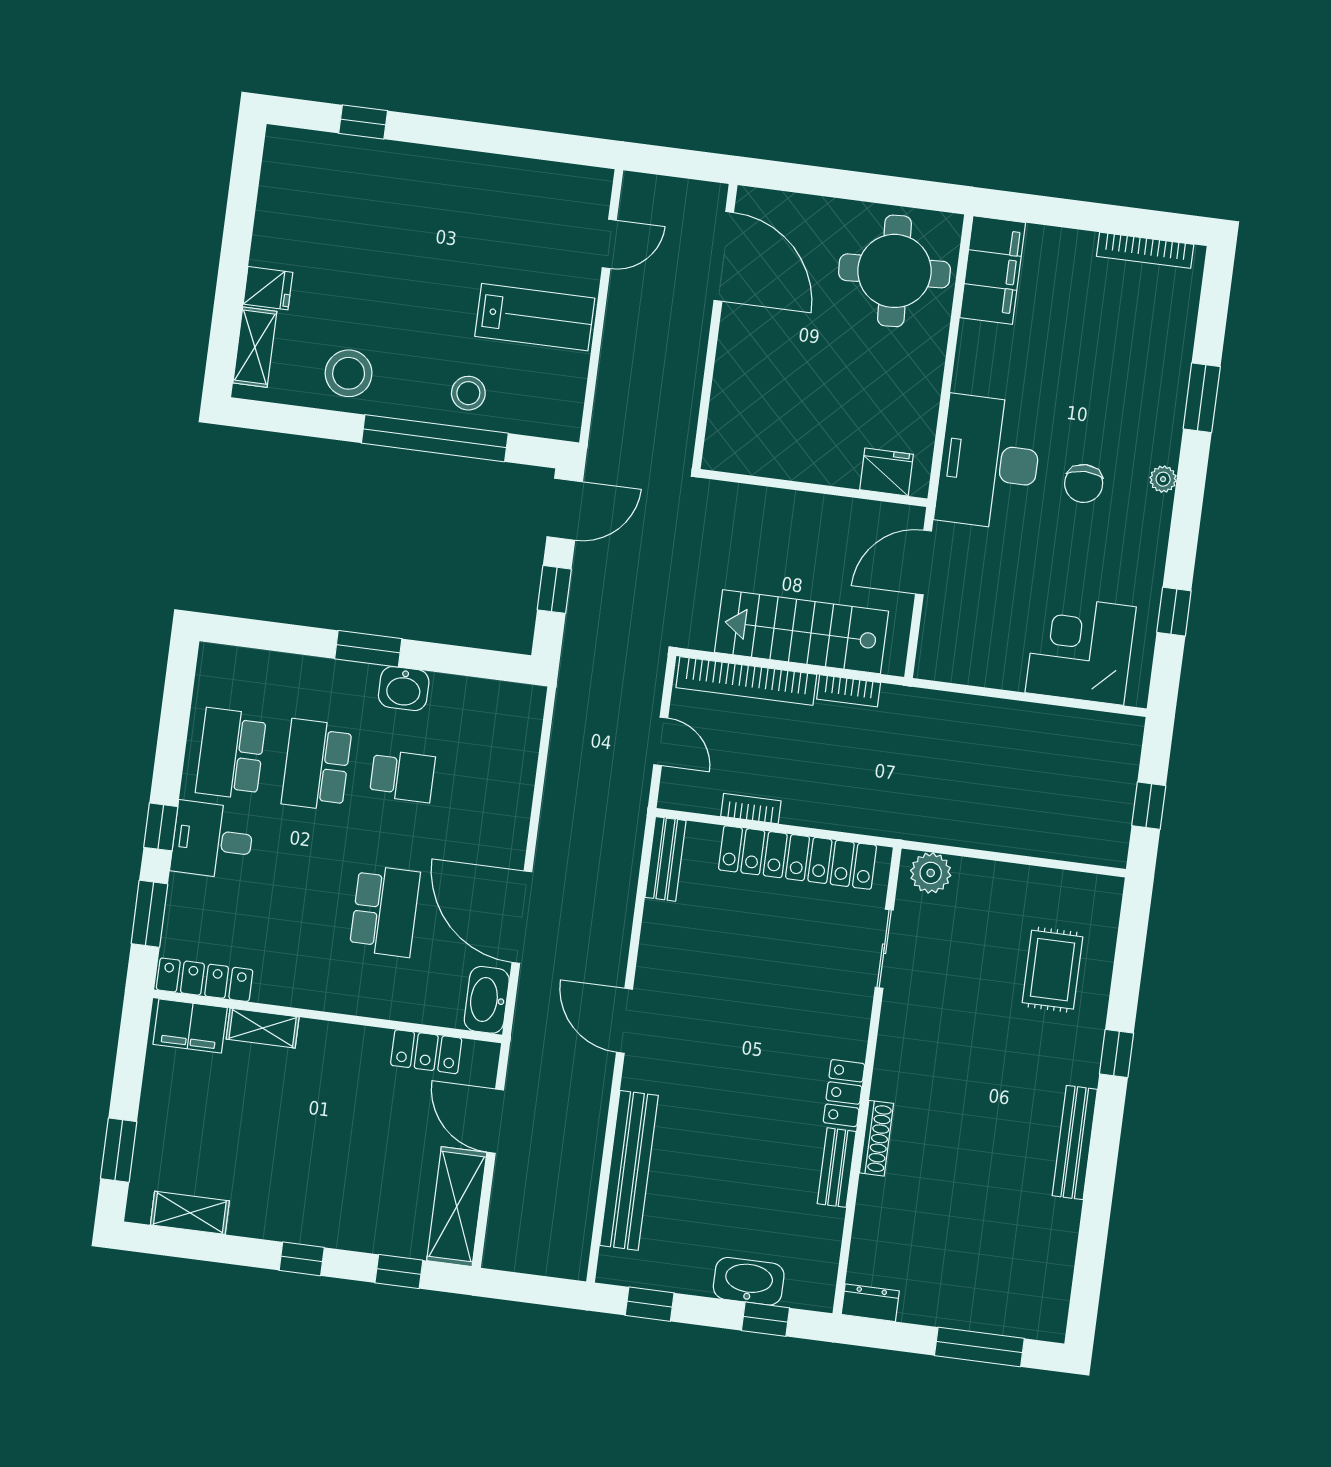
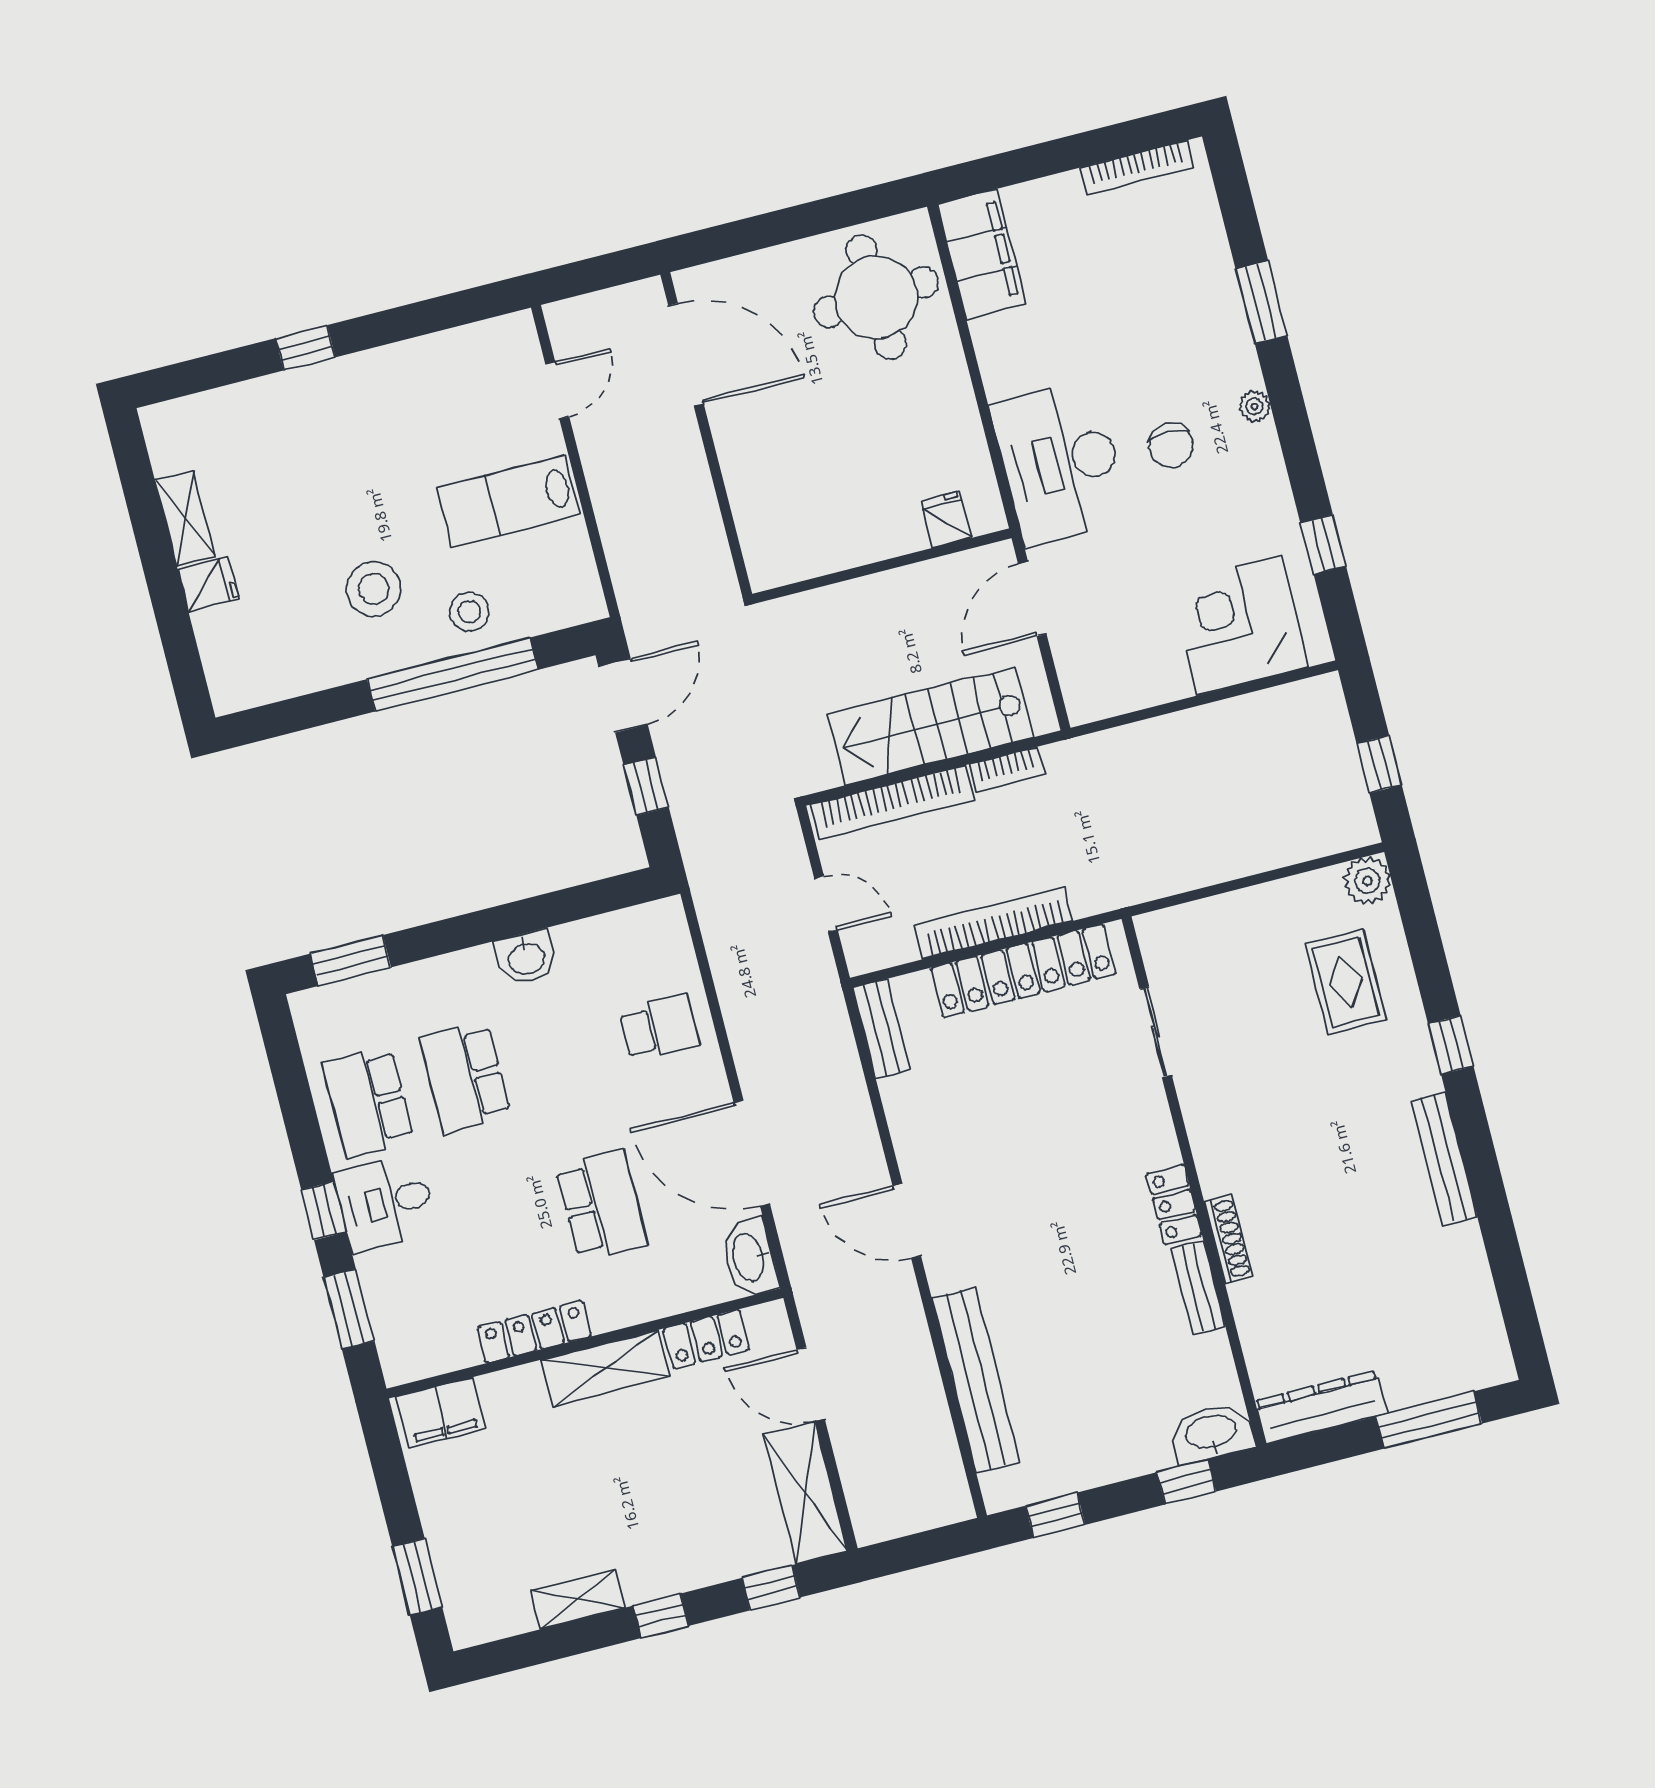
window: (363, 122) -> (306, 348), moved
lab bench: (535, 317) -> (508, 501), turned 180
shelving: (255, 347) -> (185, 518), moved
stool: (349, 373) -> (374, 589), moved
fridge: (887, 472) -> (946, 519), width x0.72
window: (368, 649) -> (351, 960), moved
school desk: (402, 776) -> (660, 1028), moved
bookcase: (751, 809) -> (993, 923), width x2.31, depth x1.31
plant: (931, 873) -> (1367, 881), moved
locker: (205, 980) -> (534, 1332), moved
shelving: (263, 1028) -> (605, 1368), moved, width x1.50, depth x1.33
shelving: (190, 1213) -> (578, 1599), moved
washbasin: (749, 1281) -> (1211, 1433), moved
dresser: (870, 1303) -> (1321, 1407), width x1.96, depth x1.24

